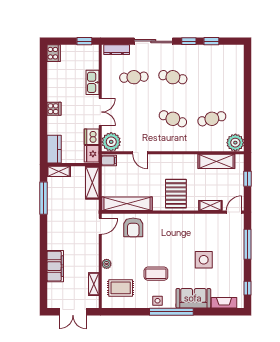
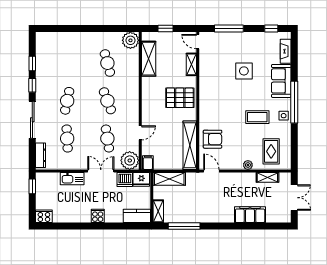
cafe table: (134, 119) -> (107, 139), added
cafe table: (173, 119) -> (107, 101), turned -42
coffee table: (156, 274) -> (257, 117), turned 90

